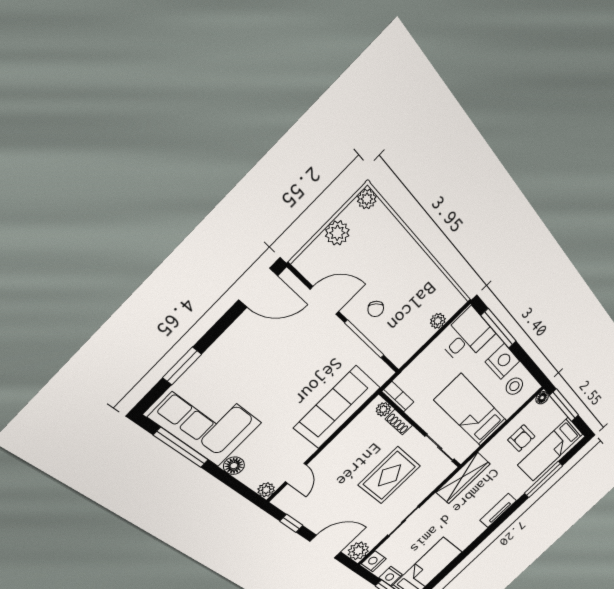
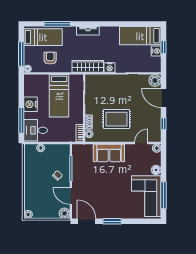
plant: (337, 233) -> (65, 213), moved
window: (182, 366) -> (112, 221), moved
stool: (514, 386) -> (34, 87), removed
sofa: (337, 408) -> (109, 153), width x0.73
rug: (389, 475) -> (116, 119), moved
nightstand: (374, 561) -> (110, 67), moved

